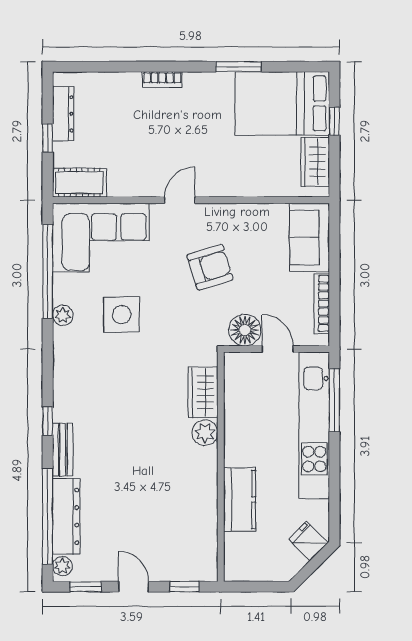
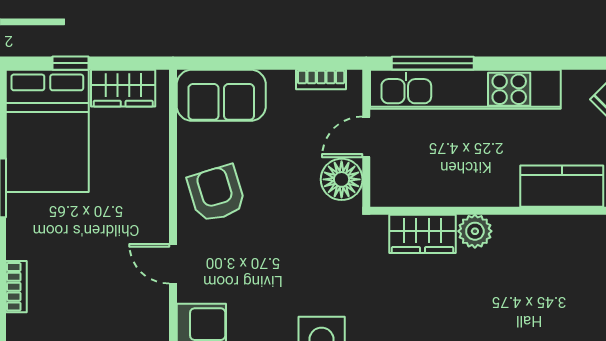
armchair: (210, 267) -> (216, 193), moved
bookcase: (322, 303) -> (321, 79), width x0.64

